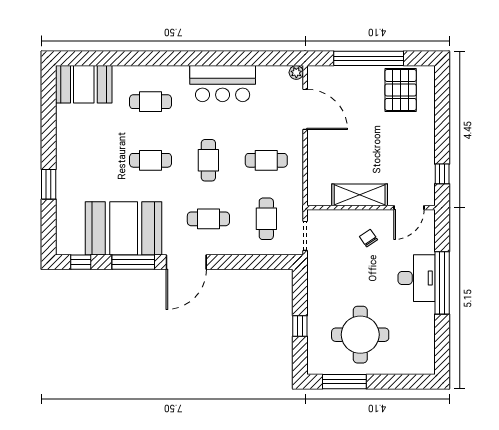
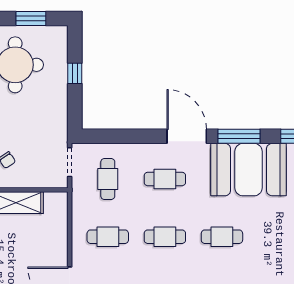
cafe table: (208, 160) -> (165, 237), turned 90
door: (186, 262) -> (187, 136), hinge flipped
window: (344, 382) -> (31, 19), width x0.69

